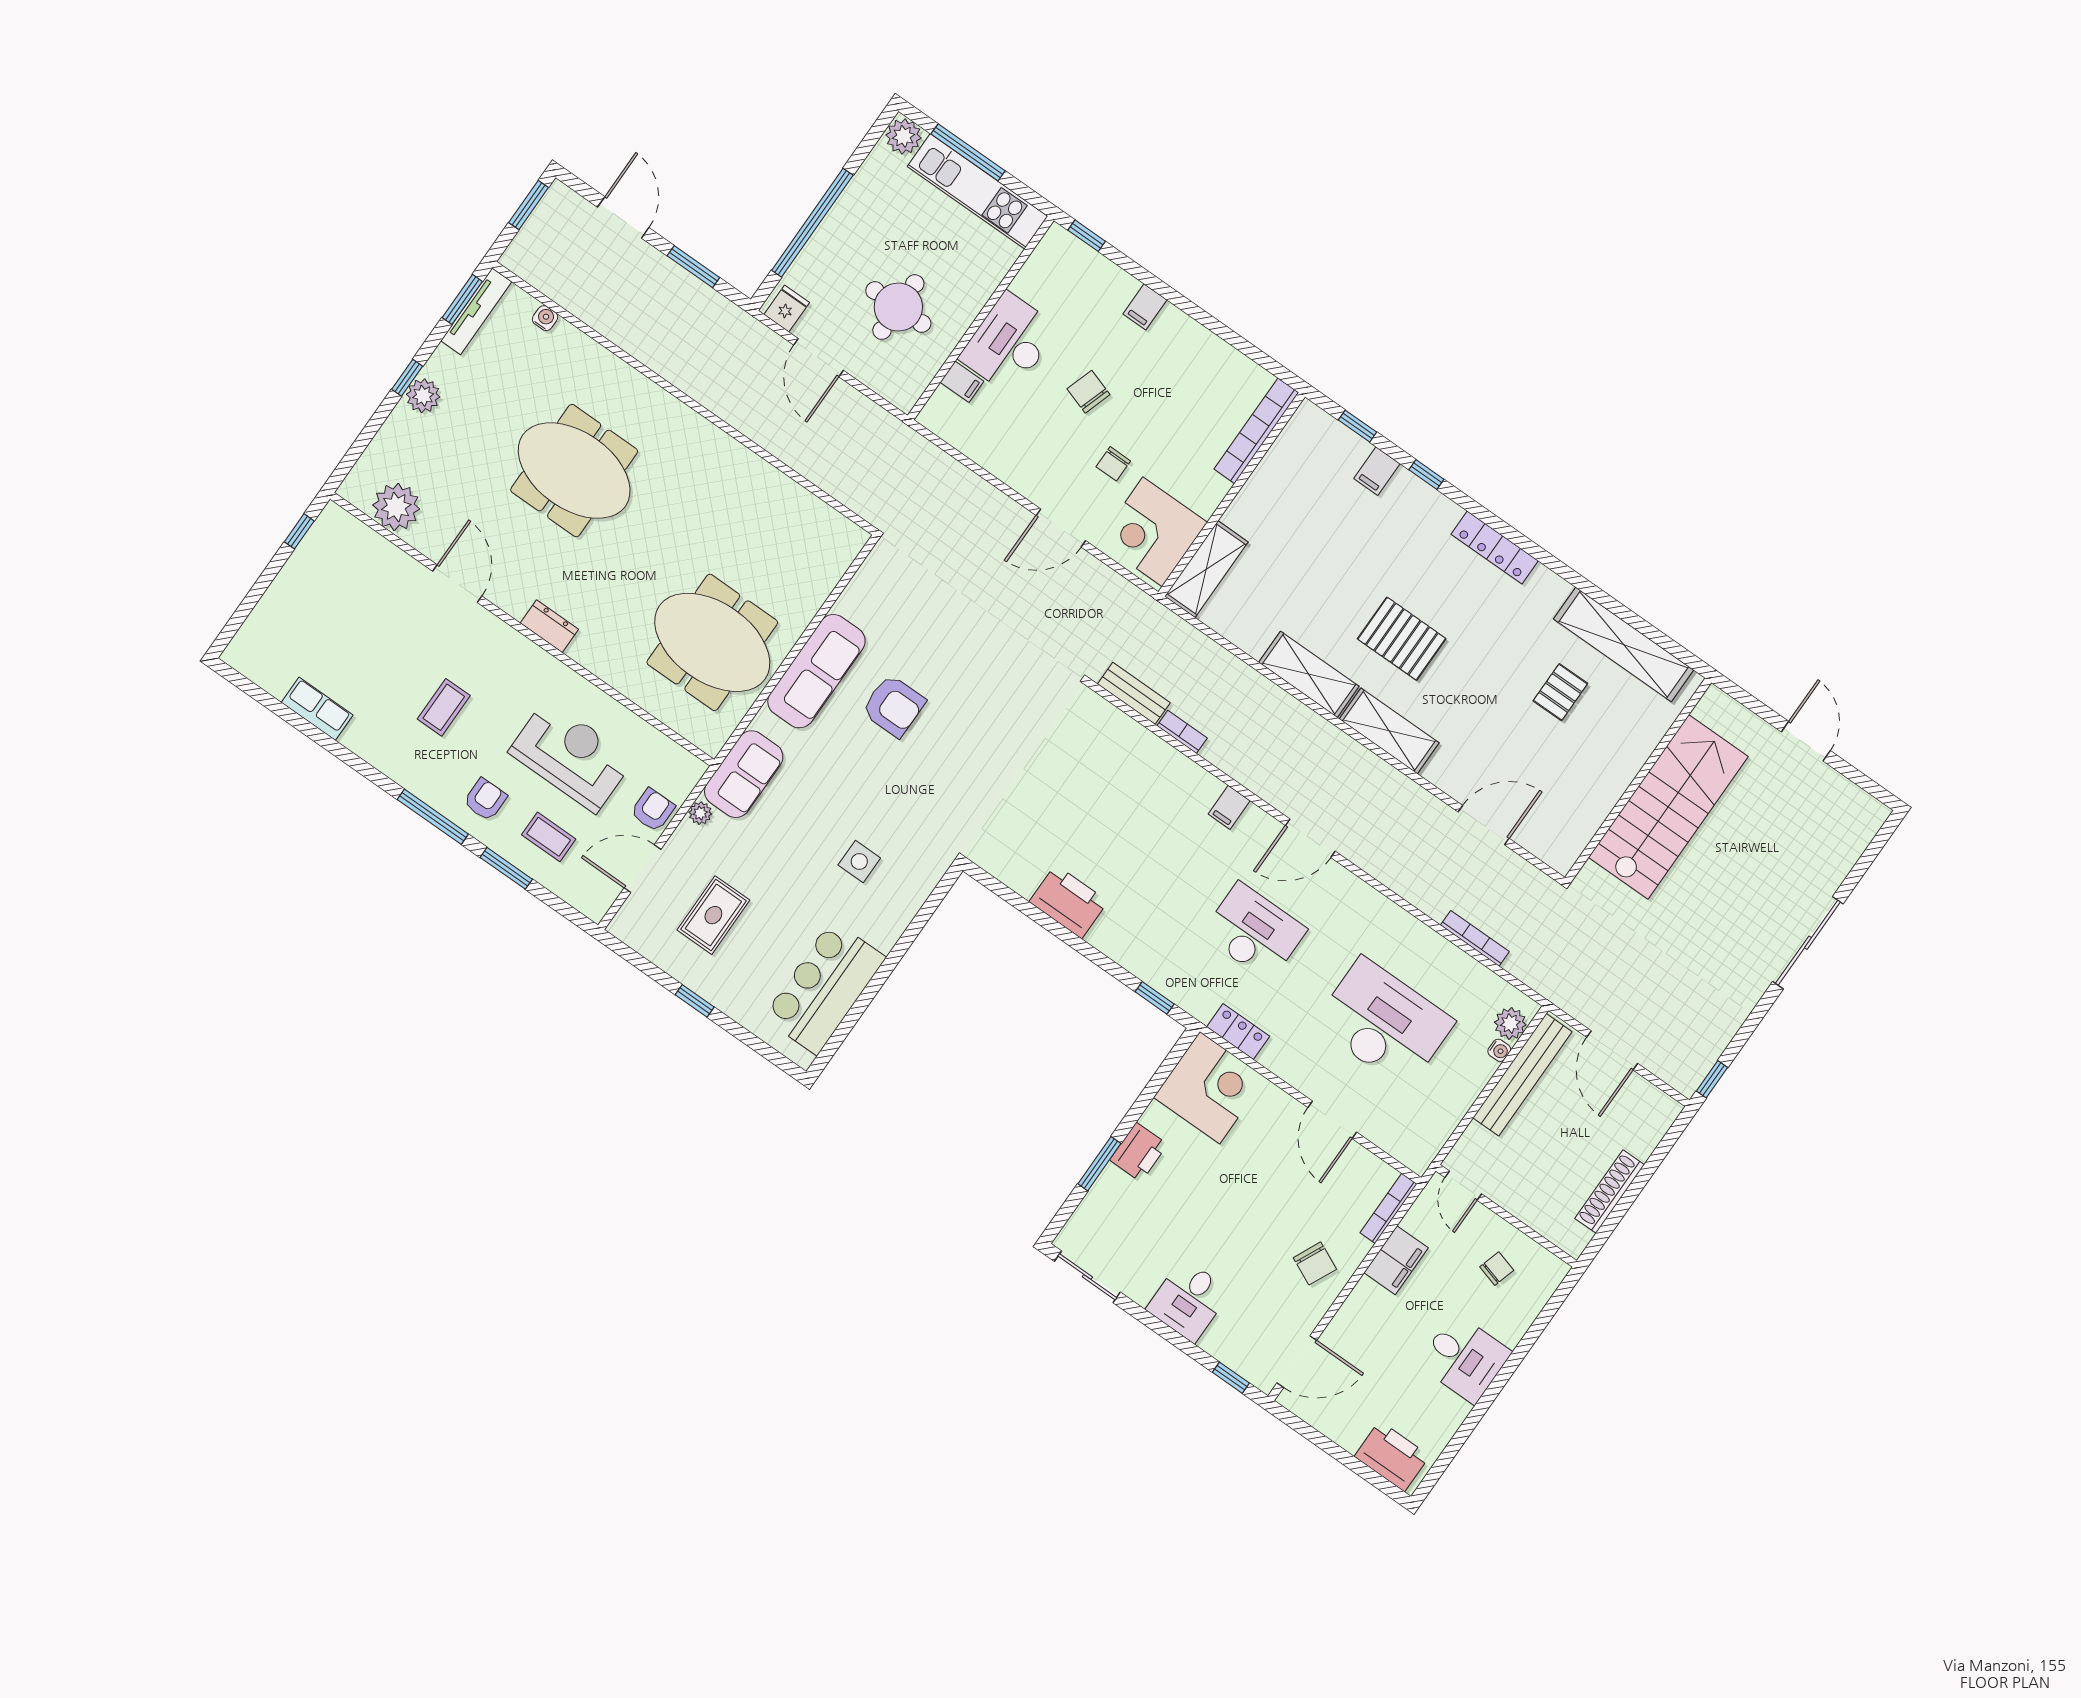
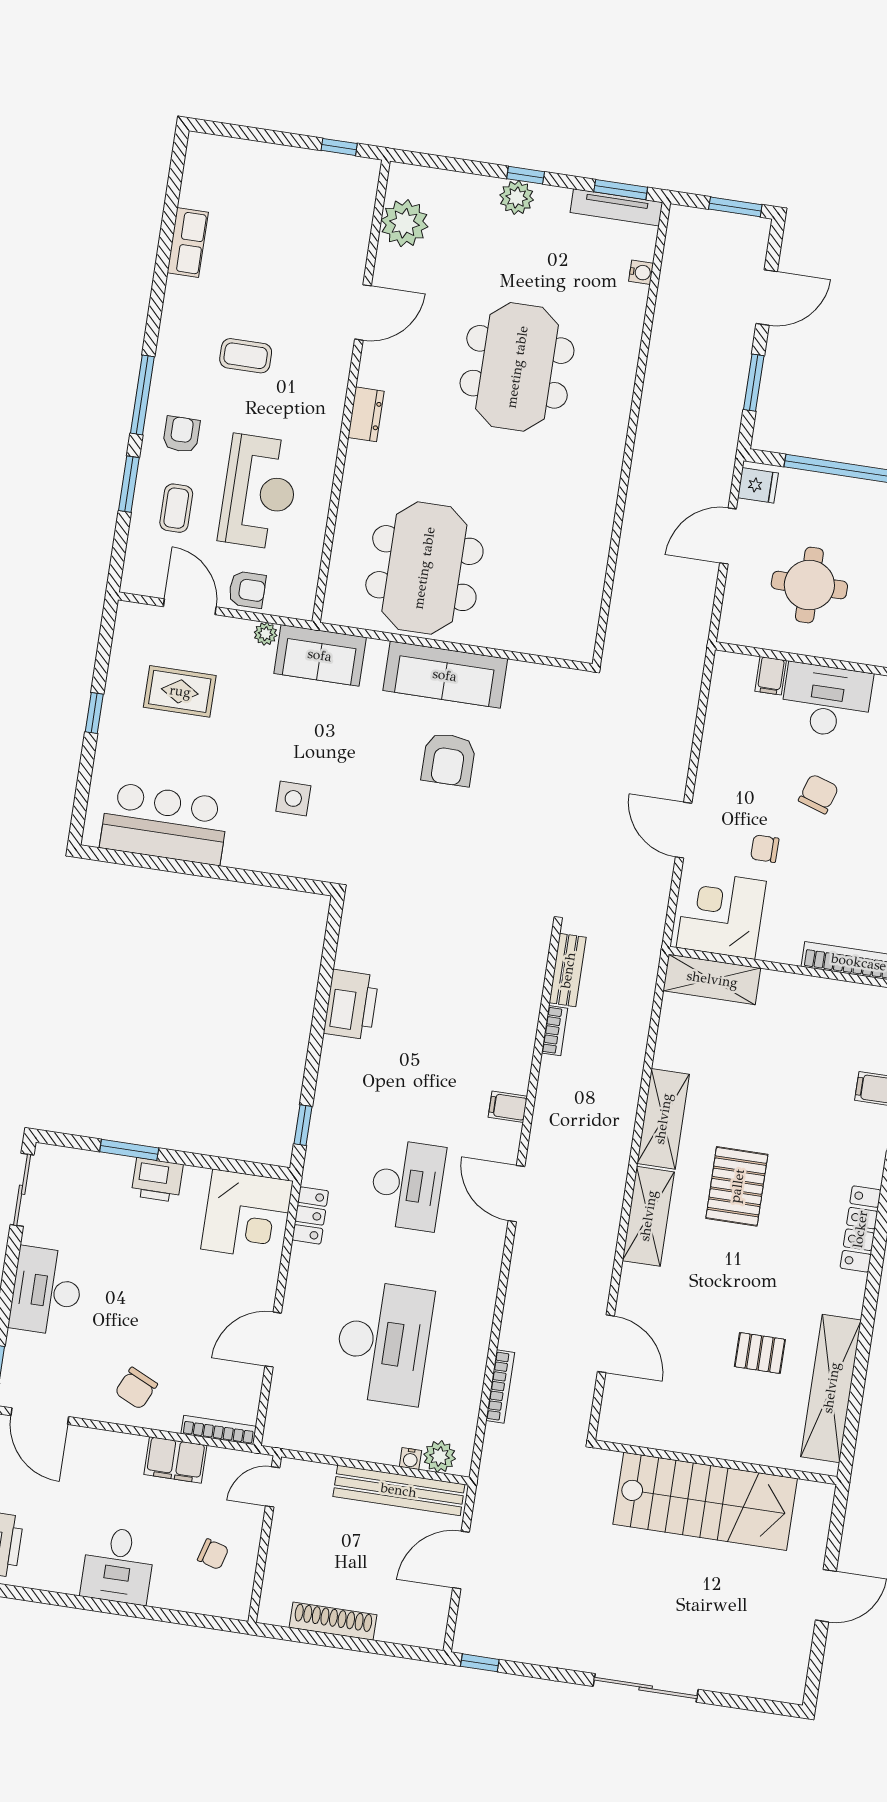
armchair: (485, 799) -> (181, 434), turned -90
desk: (1188, 1300) -> (46, 1291), width x1.37

